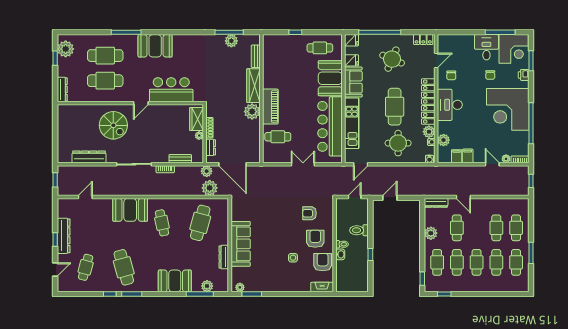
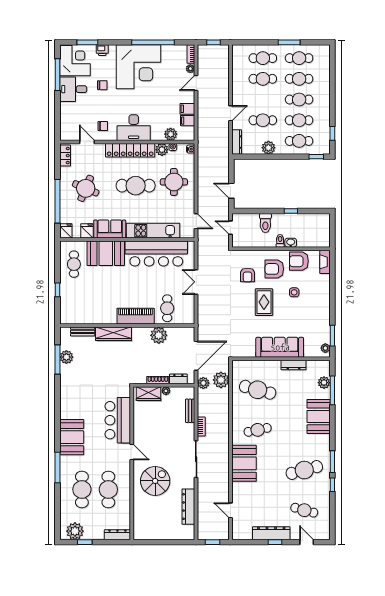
plant: (252, 112) -> (159, 335), moved
rug: (284, 229) -> (264, 302), added

